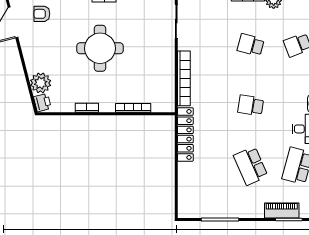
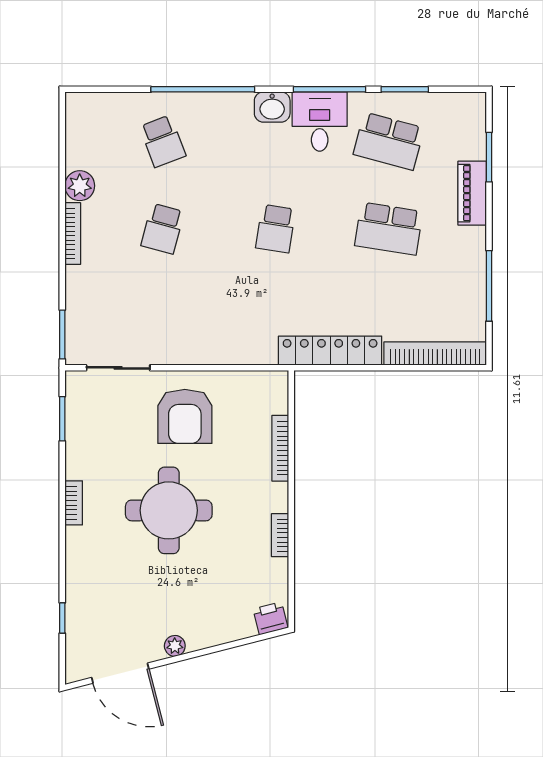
armchair: (42, 14) -> (185, 416), moved, width x1.88, depth x1.88
bookcase: (184, 78) -> (435, 354), moved
plant: (41, 83) -> (175, 646), moved, width x0.53, depth x0.53
school desk: (251, 166) -> (389, 229), turned 33
piano: (282, 210) -> (472, 193), moved

